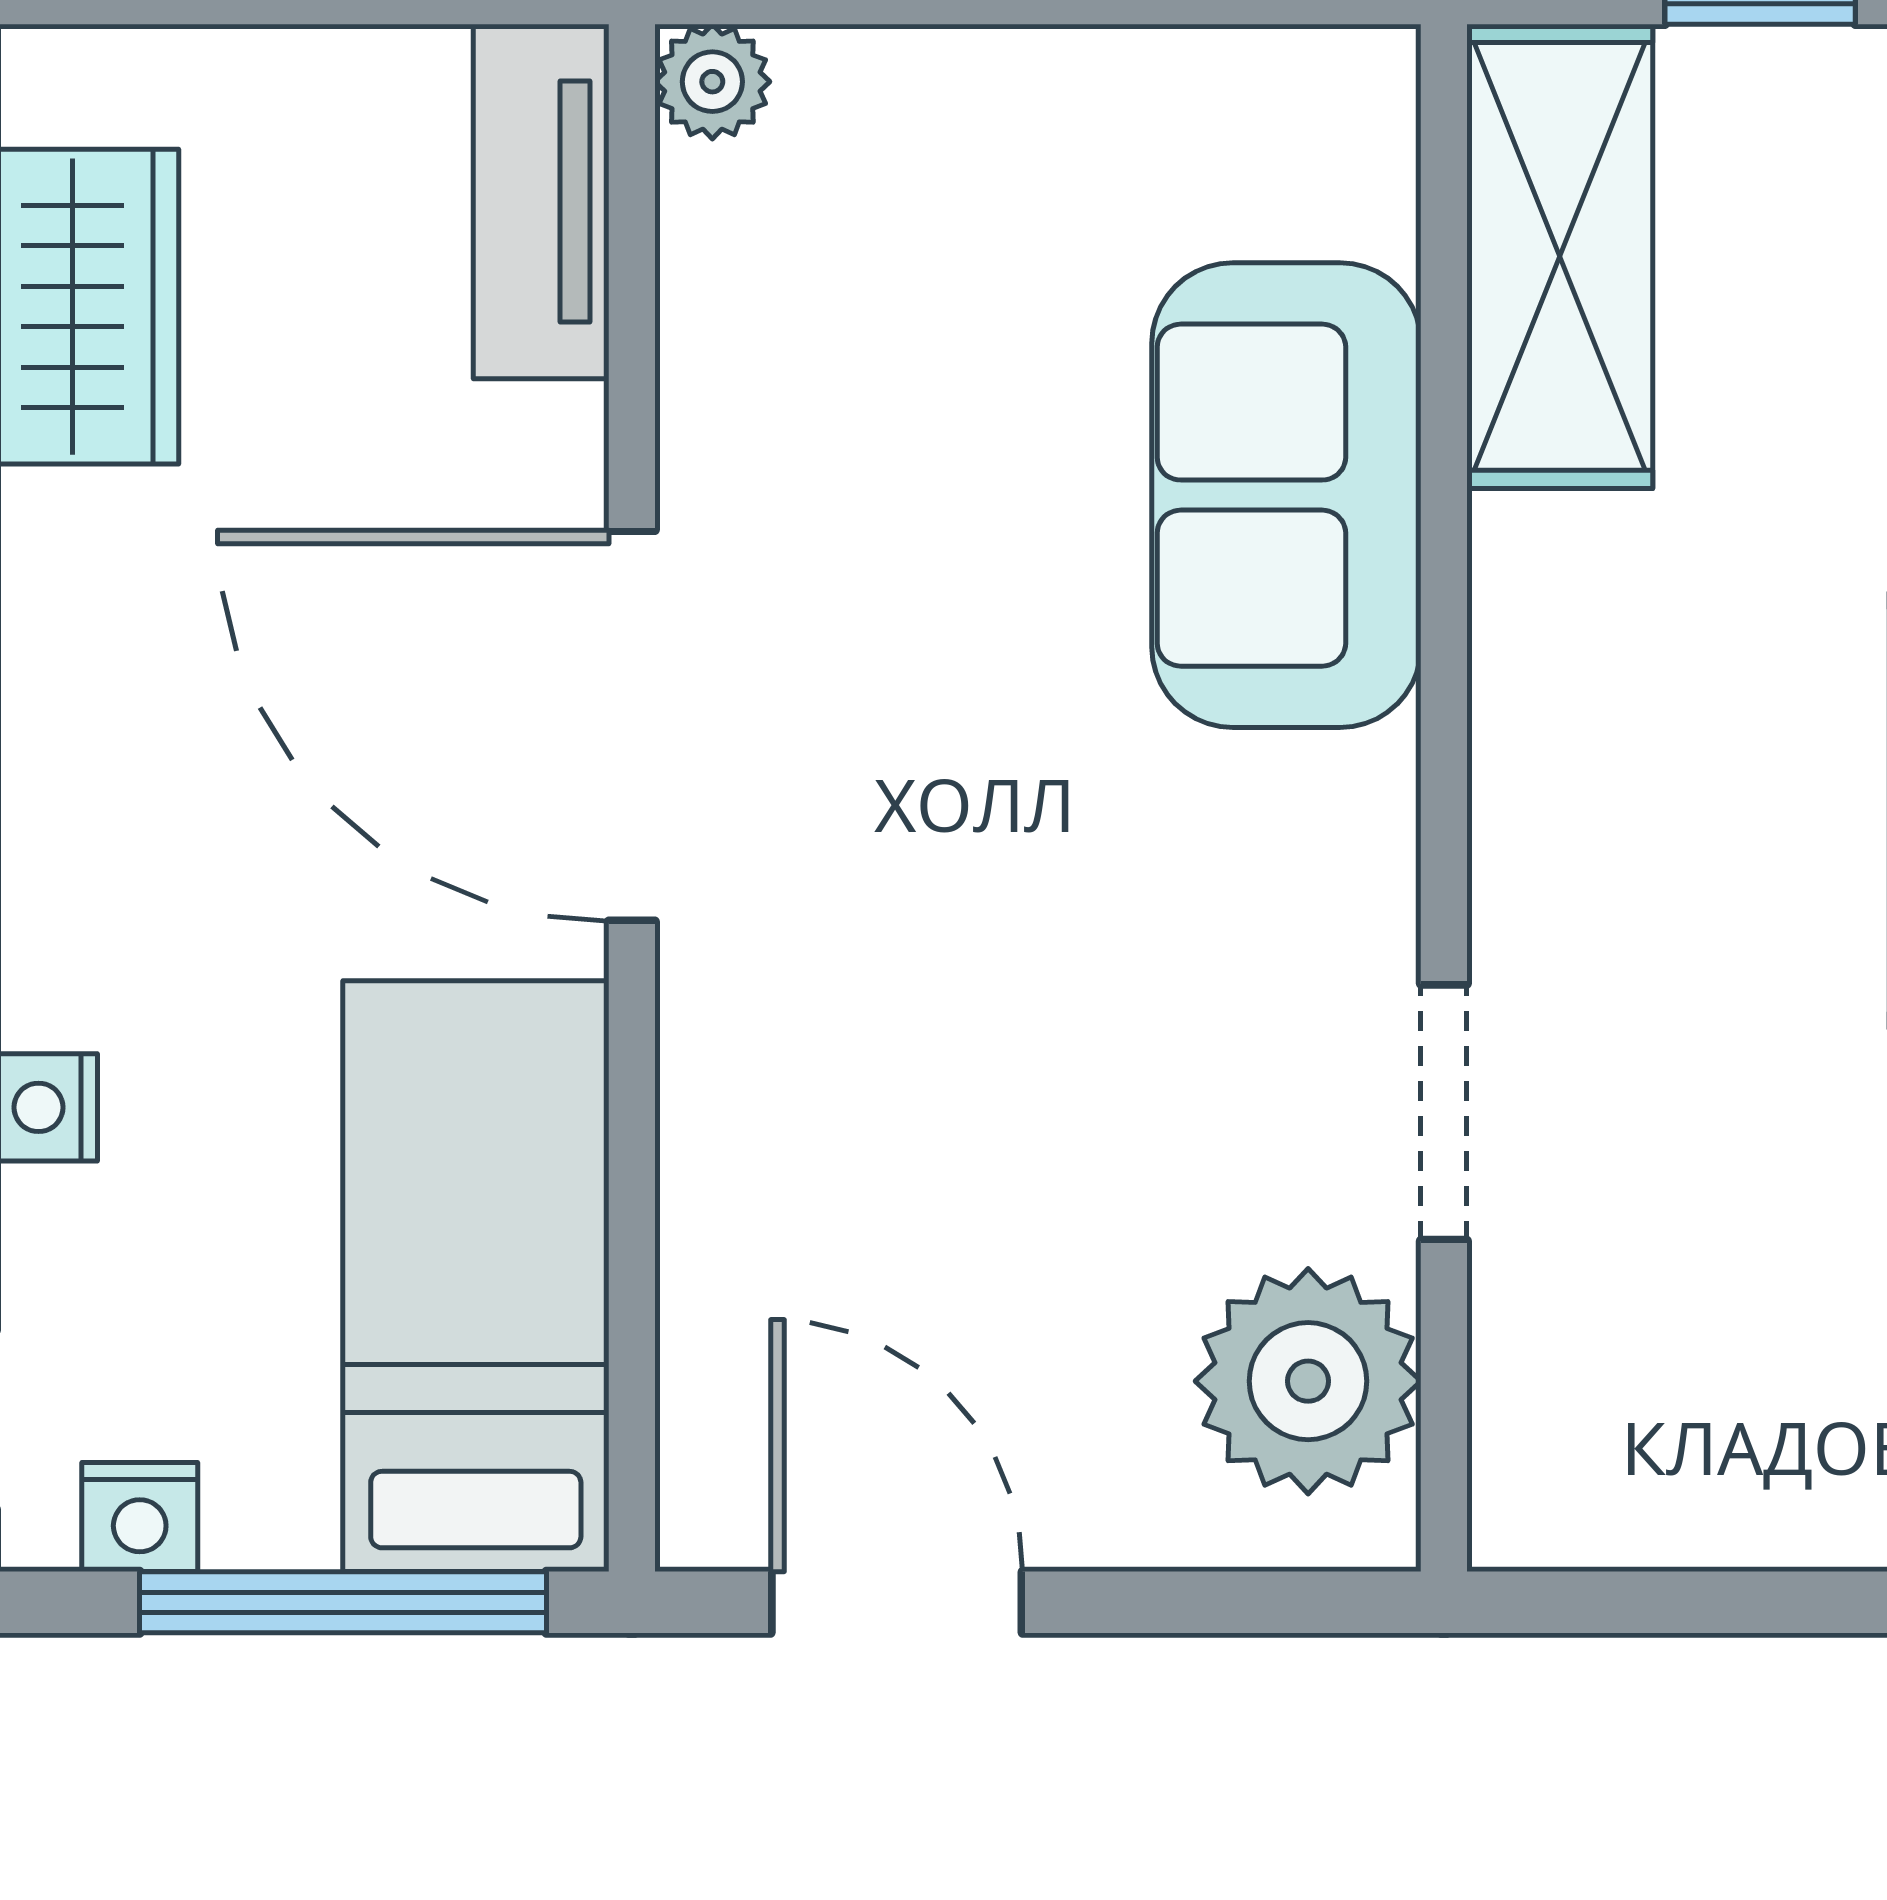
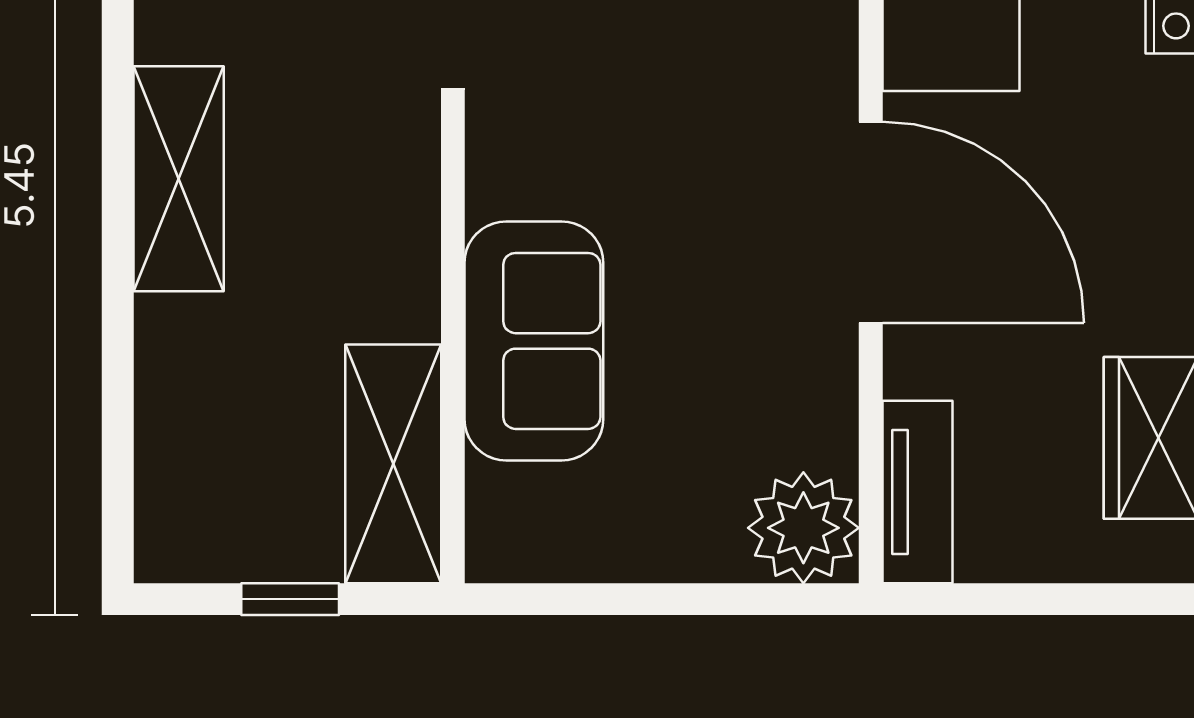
plant: (712, 82) -> (803, 528), width x1.88, depth x1.88

